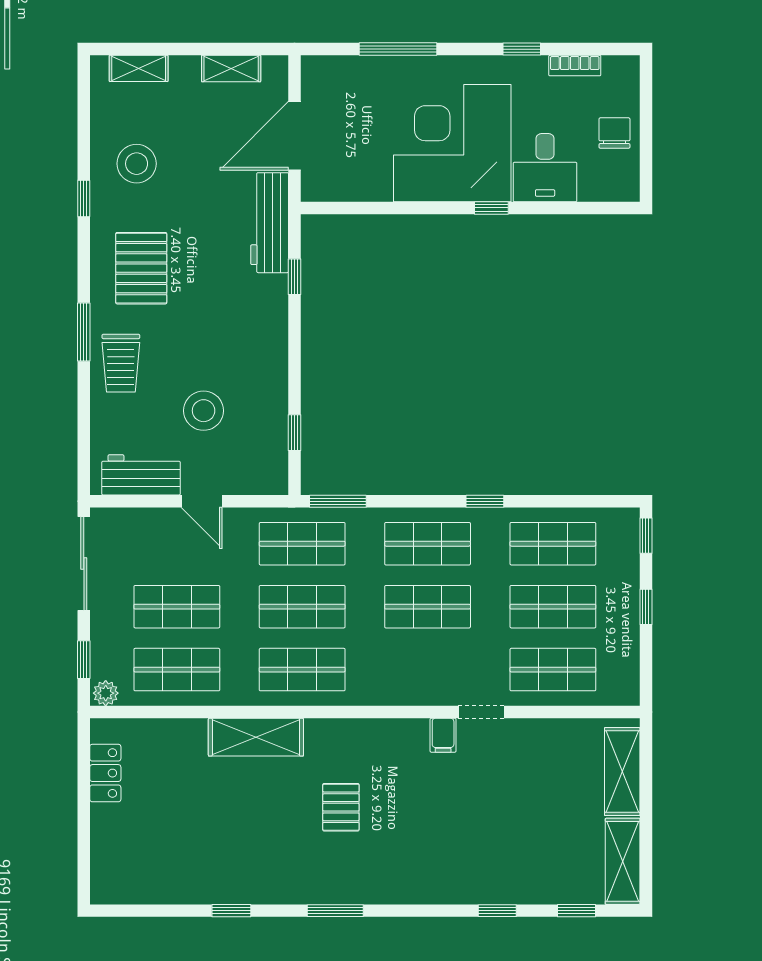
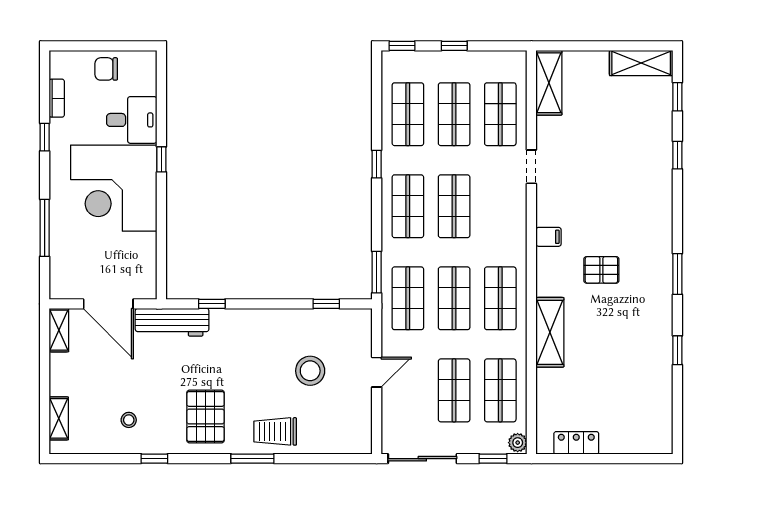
shelving: (231, 68) -> (59, 330), moved
stool: (137, 164) -> (129, 420), width x0.53, depth x0.53
pallet: (141, 268) -> (206, 417), turned 90
trolley: (121, 363) -> (275, 431), turned 180
workbench: (141, 475) -> (357, 417), removed
filing cabinet: (443, 735) -> (549, 237), moved
shelving: (622, 772) -> (549, 83), moved, turned 90

